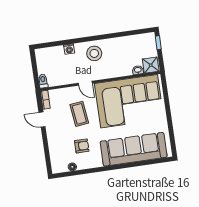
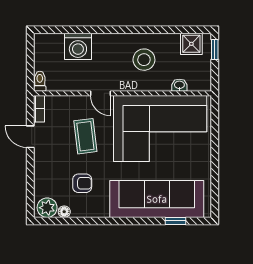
washing machine: (69, 49) -> (78, 46), width x1.89, depth x1.89
stool: (94, 53) -> (144, 60), moved
shower: (151, 65) -> (191, 44), moved
window: (148, 162) -> (175, 221), added
plant: (60, 166) -> (47, 208), added

